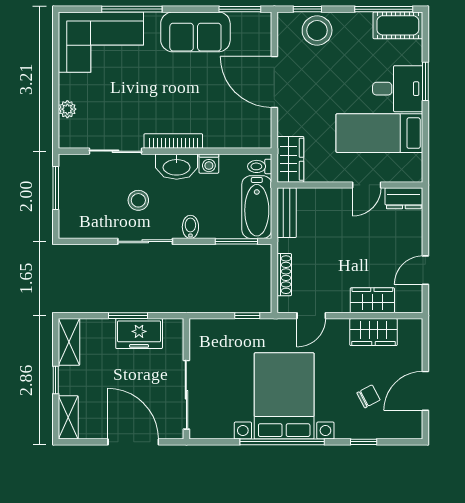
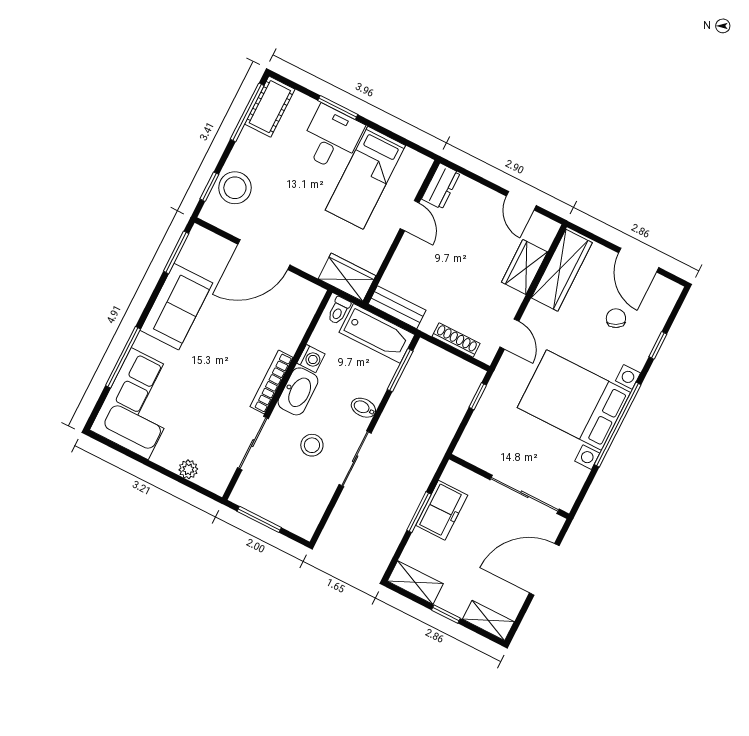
wardrobe: (373, 332) -> (562, 270), width x1.50

